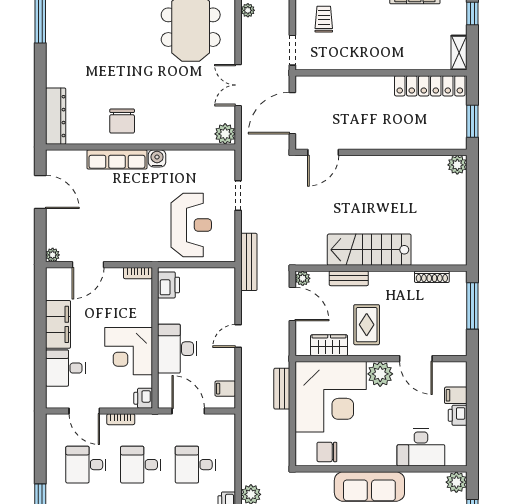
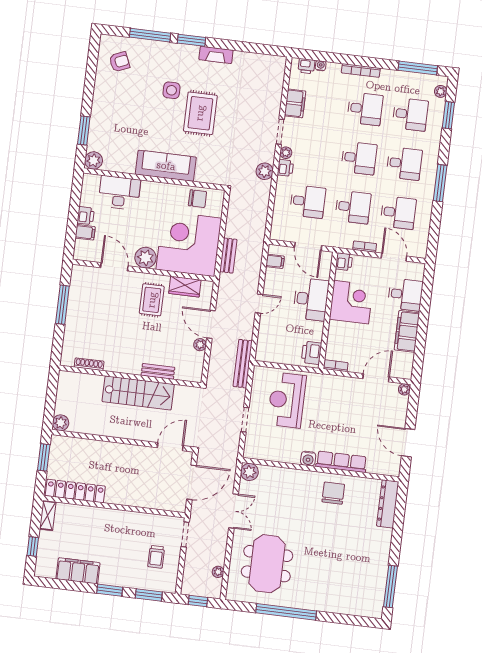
stairs: (369, 250) -> (138, 393), moved
wall: (381, 268) -> (130, 376), moved
shoe rack: (432, 277) -> (89, 364), moved
bench: (349, 278) -> (158, 371), moved

